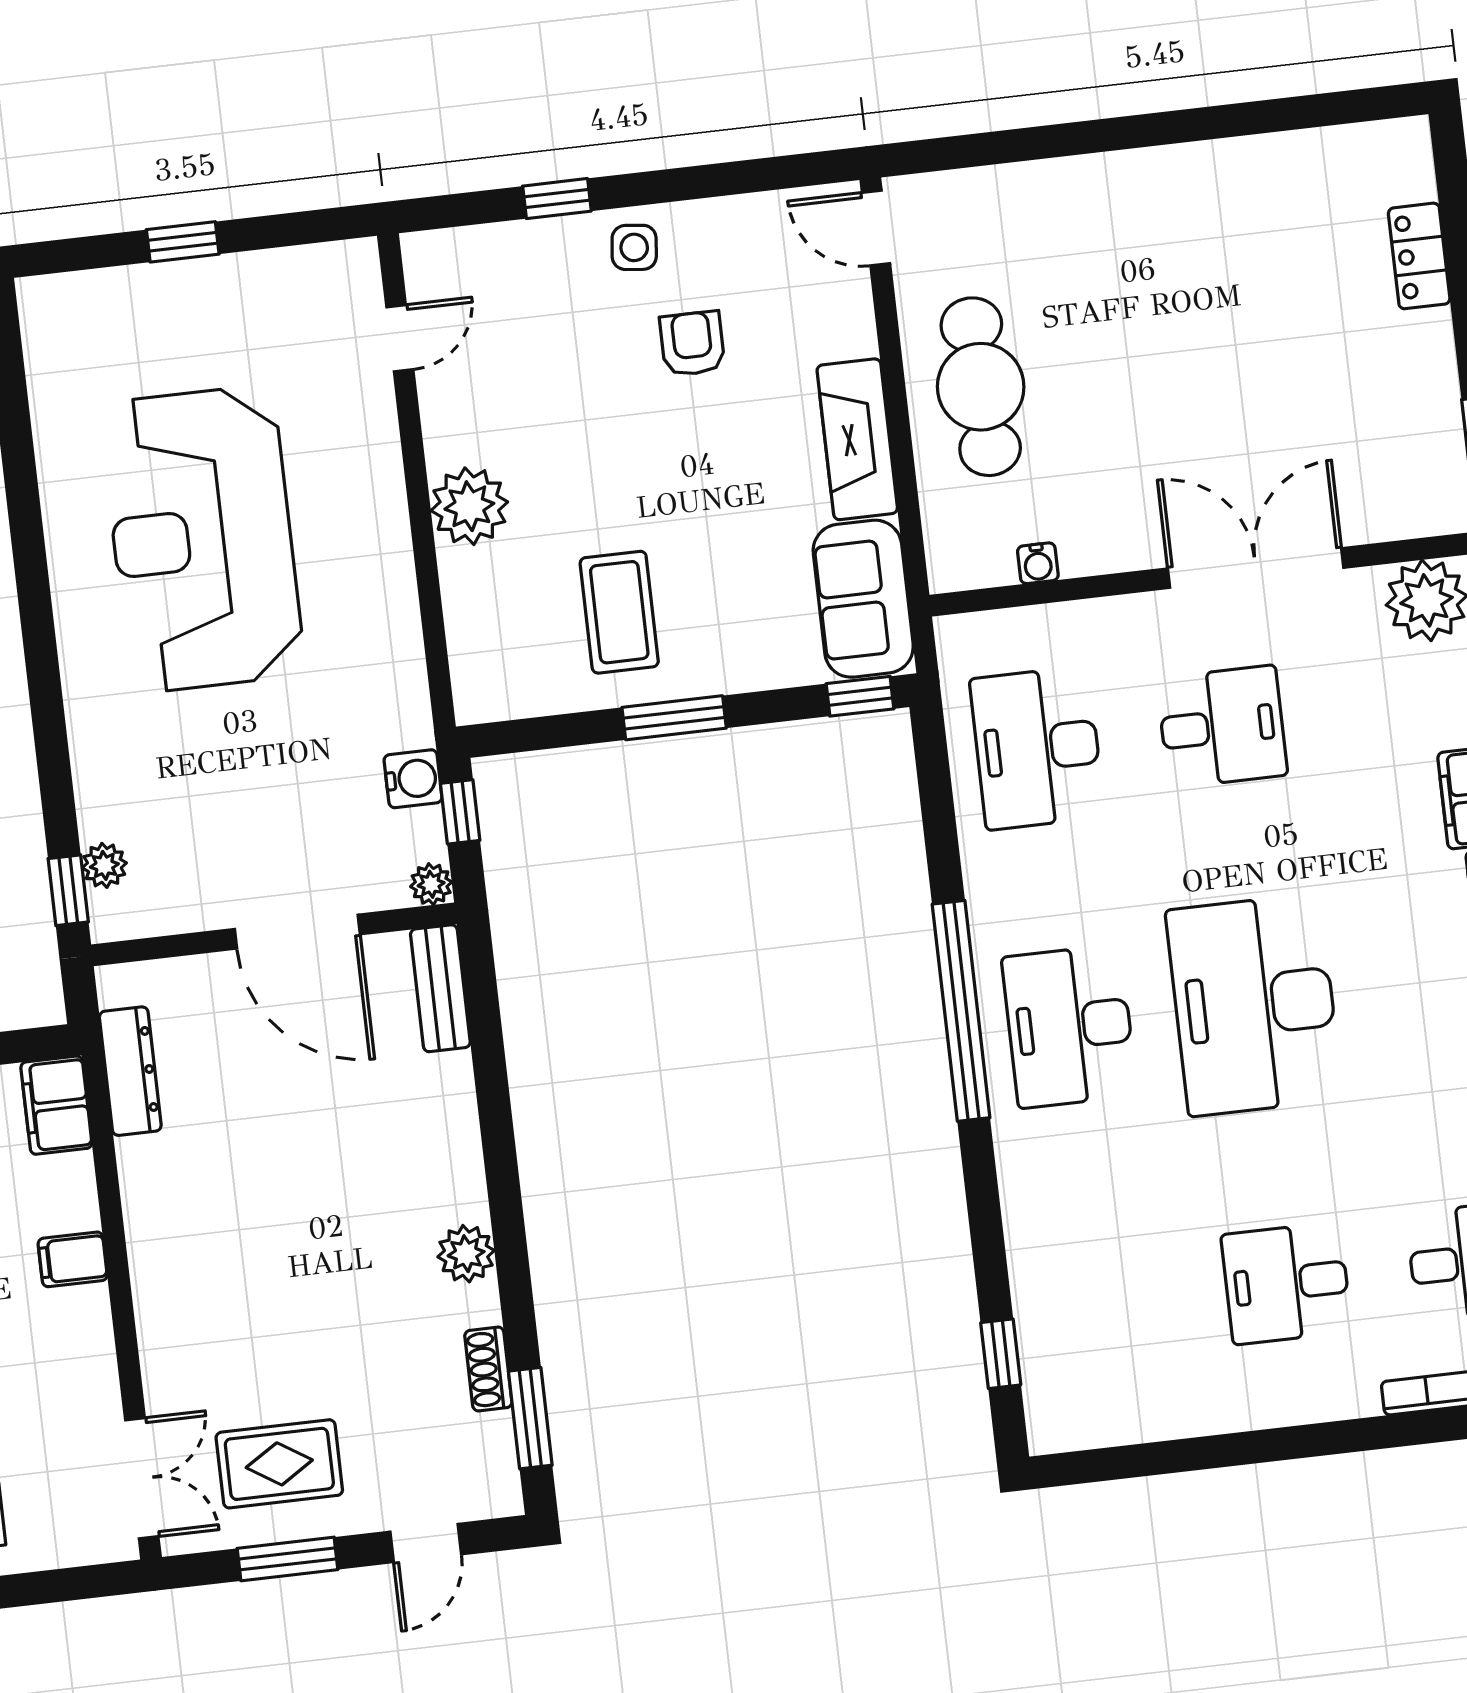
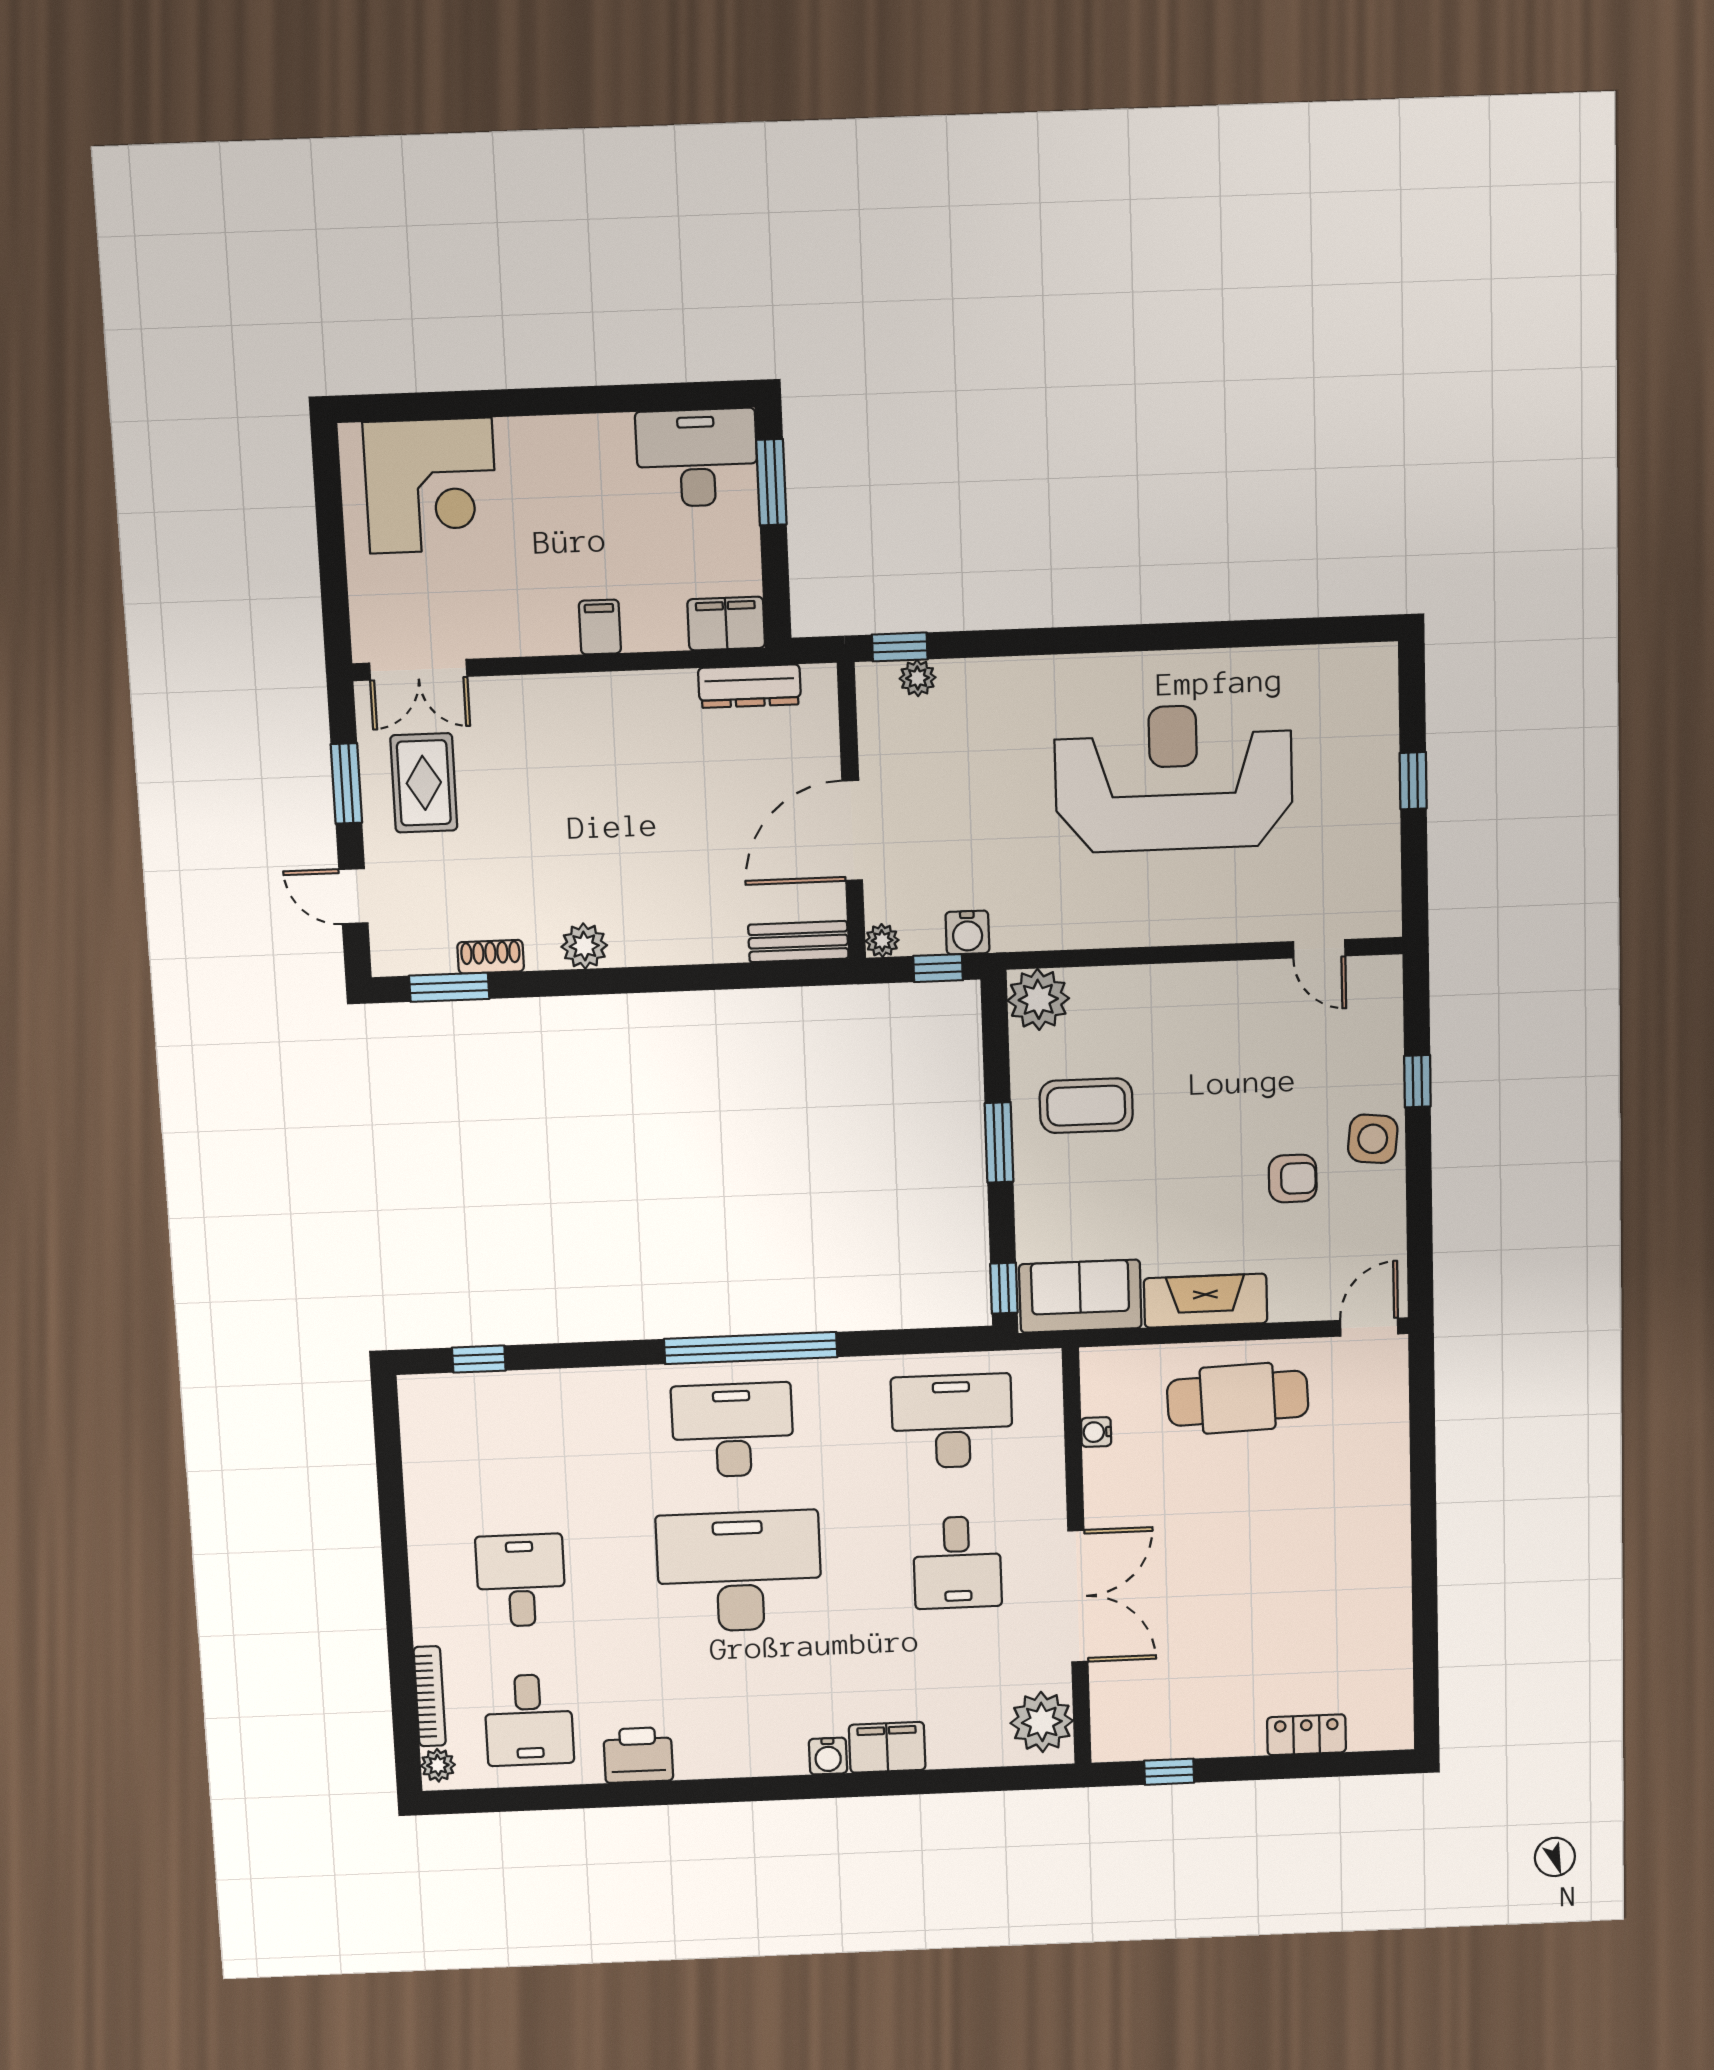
side table: (634, 247) -> (1373, 1139), width x1.37, depth x1.37
plant: (469, 506) -> (1038, 999), moved

